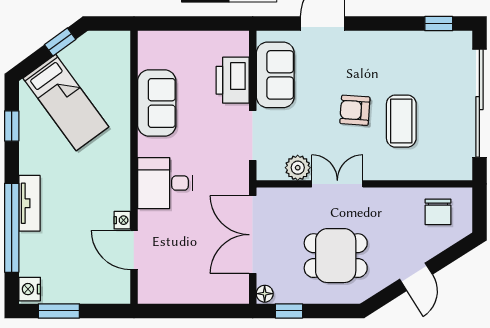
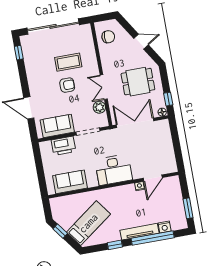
sofa: (157, 103) -> (70, 182), moved
armchair: (355, 110) -> (67, 85), turned -94
window: (12, 126) -> (115, 245), moved
desk: (165, 183) -> (114, 170), width x1.37
tv unit: (29, 203) -> (139, 232), width x1.41
double door: (253, 235) -> (135, 123), swing flipped
dining table: (336, 256) -> (138, 82), turned 90
nightstand: (30, 289) -> (165, 227), moved

